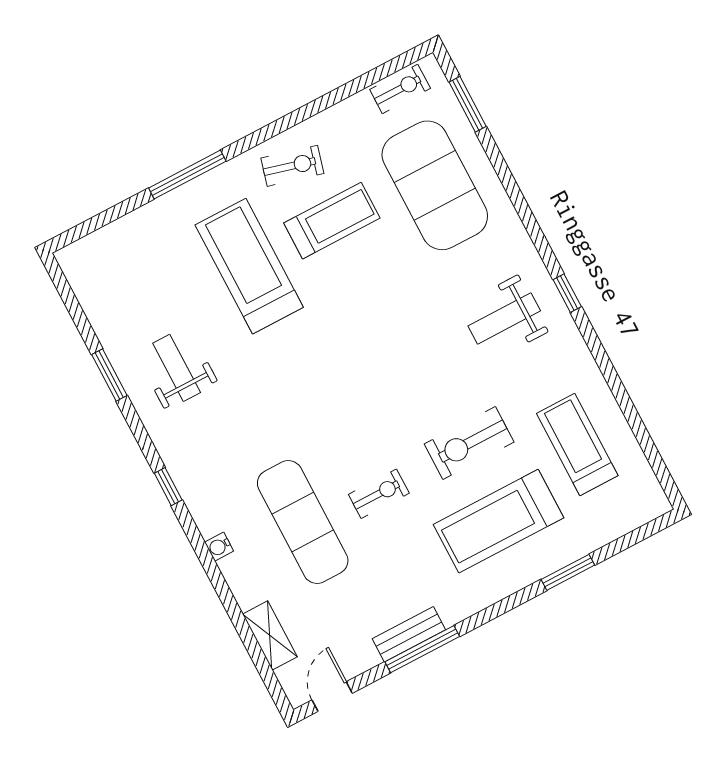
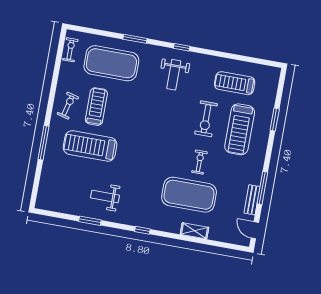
window: (468, 104) -> (135, 39), moved
exercise mat: (303, 522) -> (189, 195), width x1.47
water cooler: (219, 547) -> (175, 229), removed
bench: (409, 634) -> (252, 200), moved
shelving: (270, 636) -> (194, 231), moved

